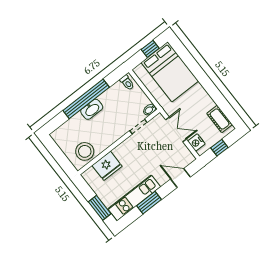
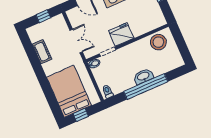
cot: (220, 119) -> (42, 52), moved
double door: (176, 129) -> (76, 41), swing flipped
nightstand: (196, 142) -> (62, 26), removed
fridge: (107, 166) -> (121, 34), moved

